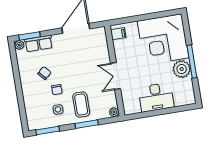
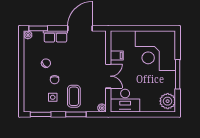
filing cabinet: (118, 34) -> (117, 55), moved
row of seats: (39, 43) -> (55, 36), moved
plant: (182, 69) -> (168, 101), moved
double door: (116, 76) -> (108, 76), swing flipped
desk: (156, 97) -> (125, 101), moved

